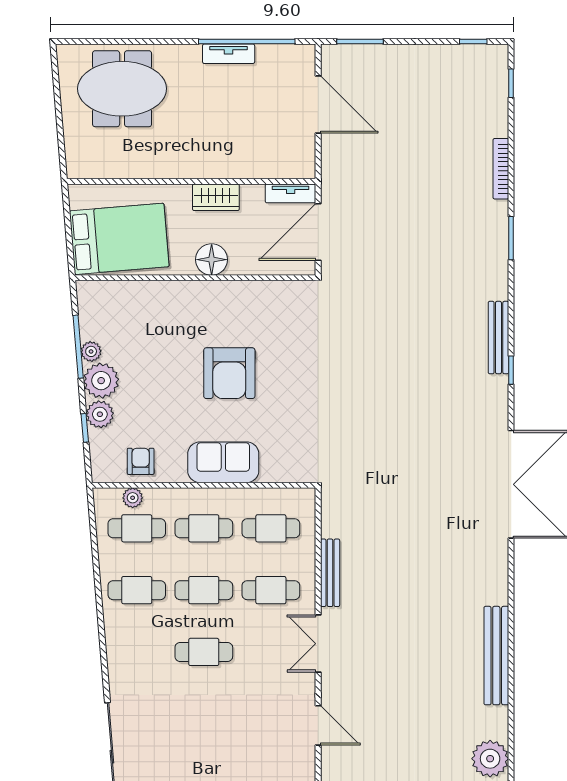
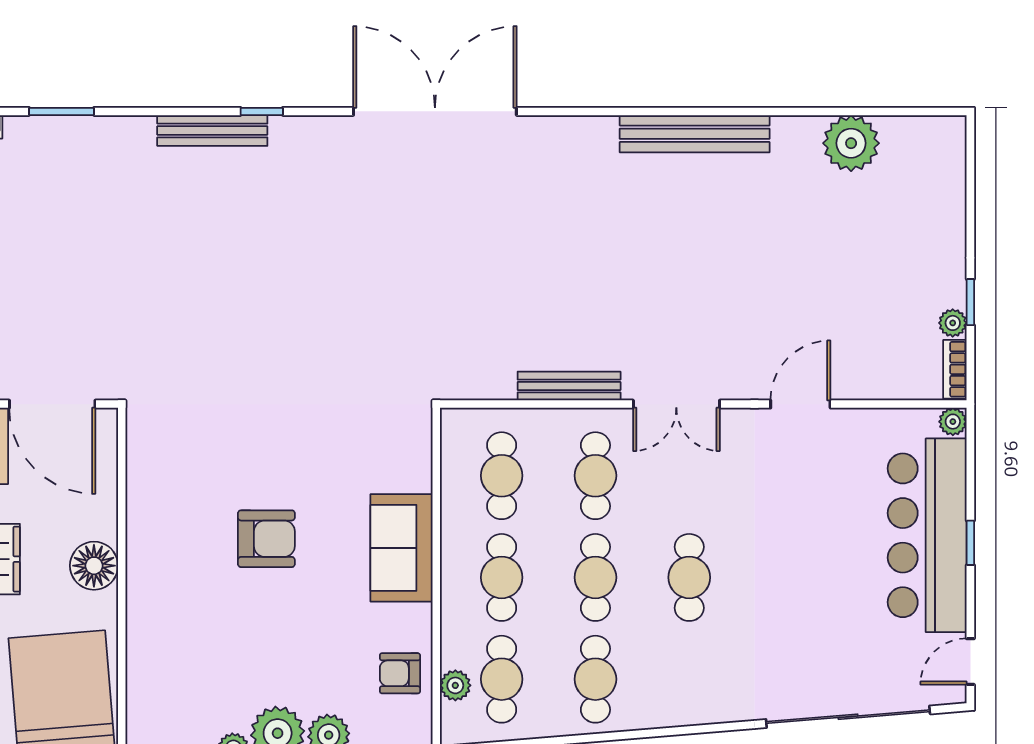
armchair: (229, 373) -> (266, 539), width x0.73, depth x0.73

